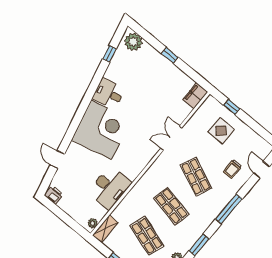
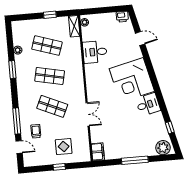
window: (170, 55) -> (135, 160), width x2.17
window: (232, 107) -> (59, 167), moved
desk: (110, 188) -> (95, 52), width x0.73
window: (229, 209) -> (17, 121), moved

